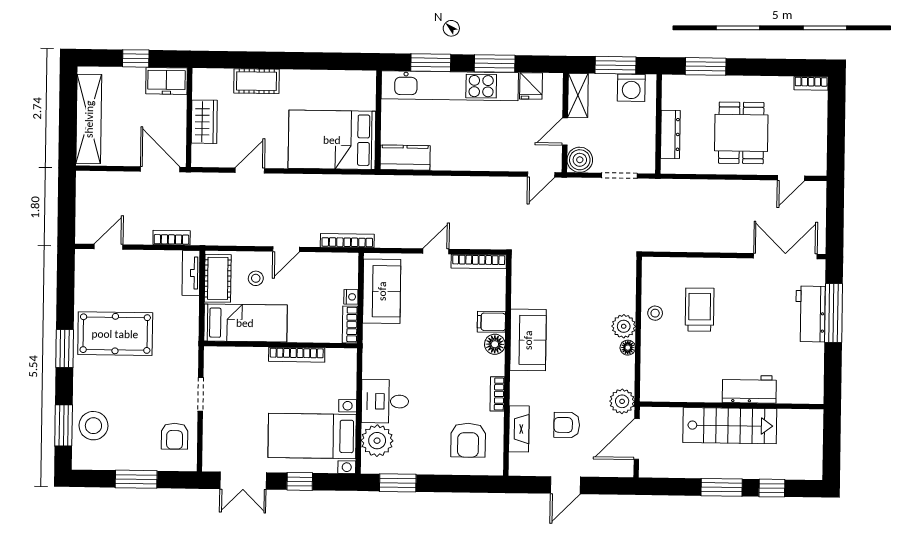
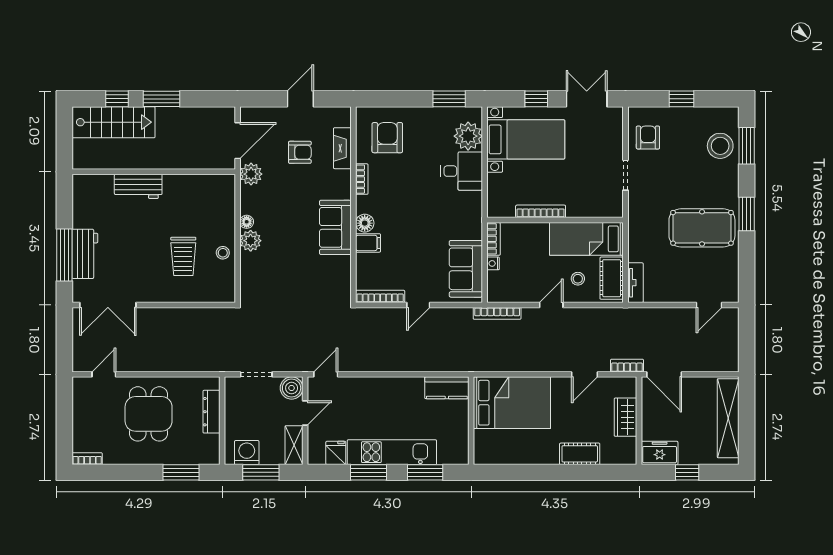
kitchen unit: (450, 86) -> (392, 452), width x0.73
bookcase: (172, 238) -> (627, 366), moved, turned 180
stairs: (730, 426) -> (114, 122), moved, turned 180
window: (136, 479) -> (682, 99), width x0.67

